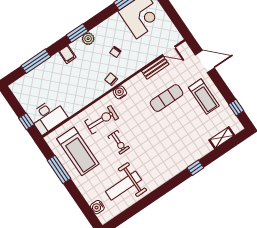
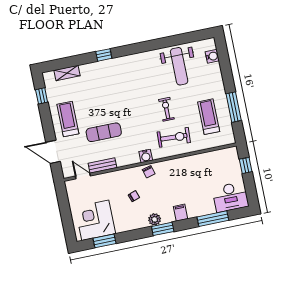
desk: (48, 116) -> (230, 197), moved, turned 180
exercise bike: (102, 120) -> (174, 137), turned 180
treadmill: (78, 151) -> (209, 117), width x0.73, depth x0.73
weight bench: (123, 186) -> (179, 66), turned 90

